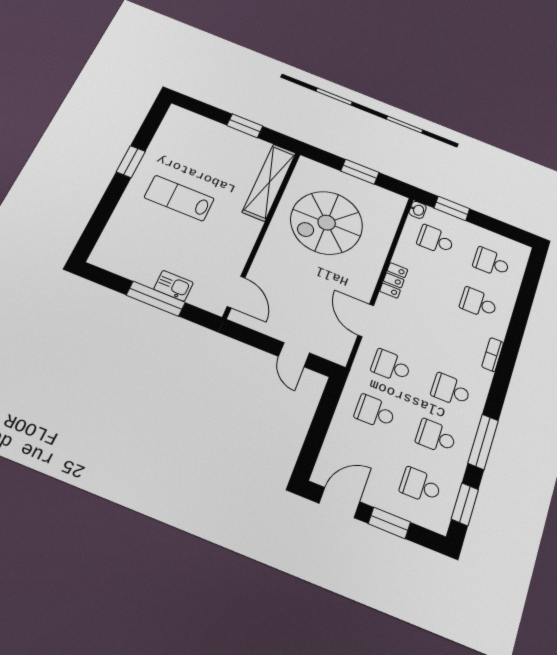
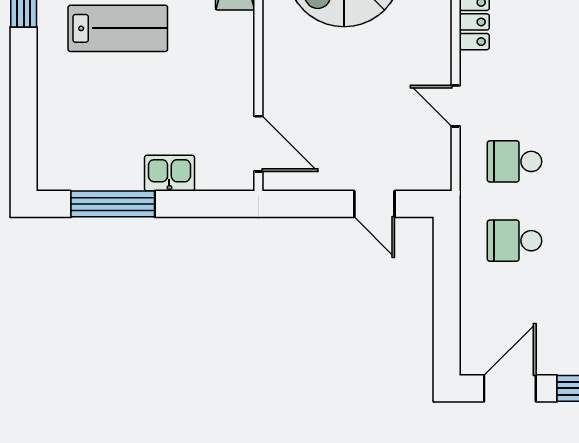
lab bench: (179, 198) -> (118, 28), turned 180
window: (156, 299) -> (113, 204), moved
door: (366, 320) -> (456, 106), width x0.73

